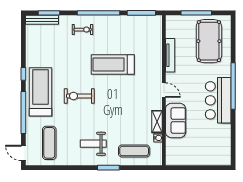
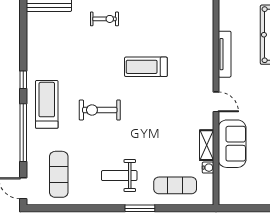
treadmill: (113, 65) -> (146, 67), width x0.73, depth x0.73
treadmill: (41, 92) -> (47, 104), width x0.73, depth x0.73

